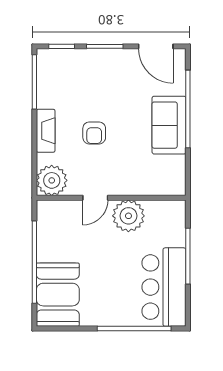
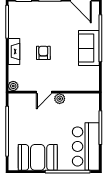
armchair: (94, 133) -> (43, 53), turned 180
plant: (52, 180) -> (13, 86), width x0.53, depth x0.53
plant: (128, 216) -> (60, 99), width x0.53, depth x0.53
booth: (58, 295) -> (38, 157), moved, turned 90

